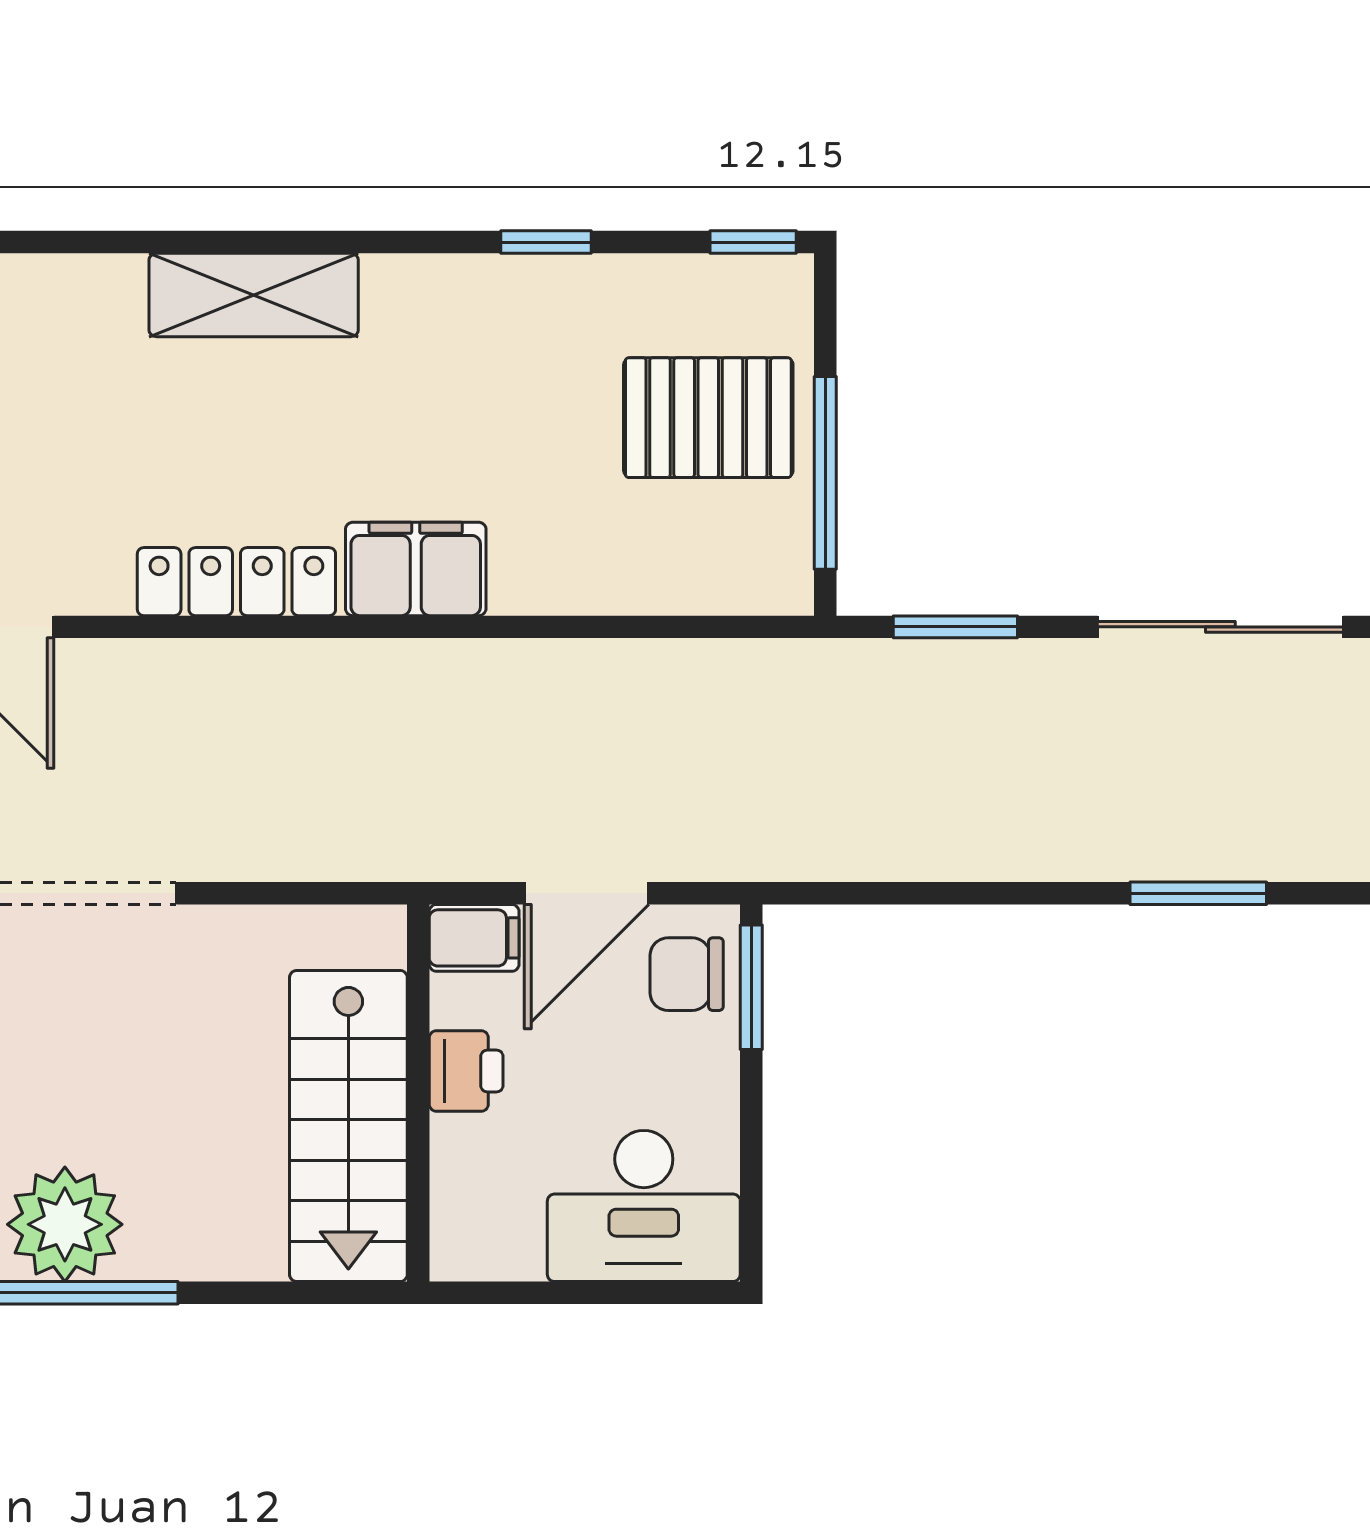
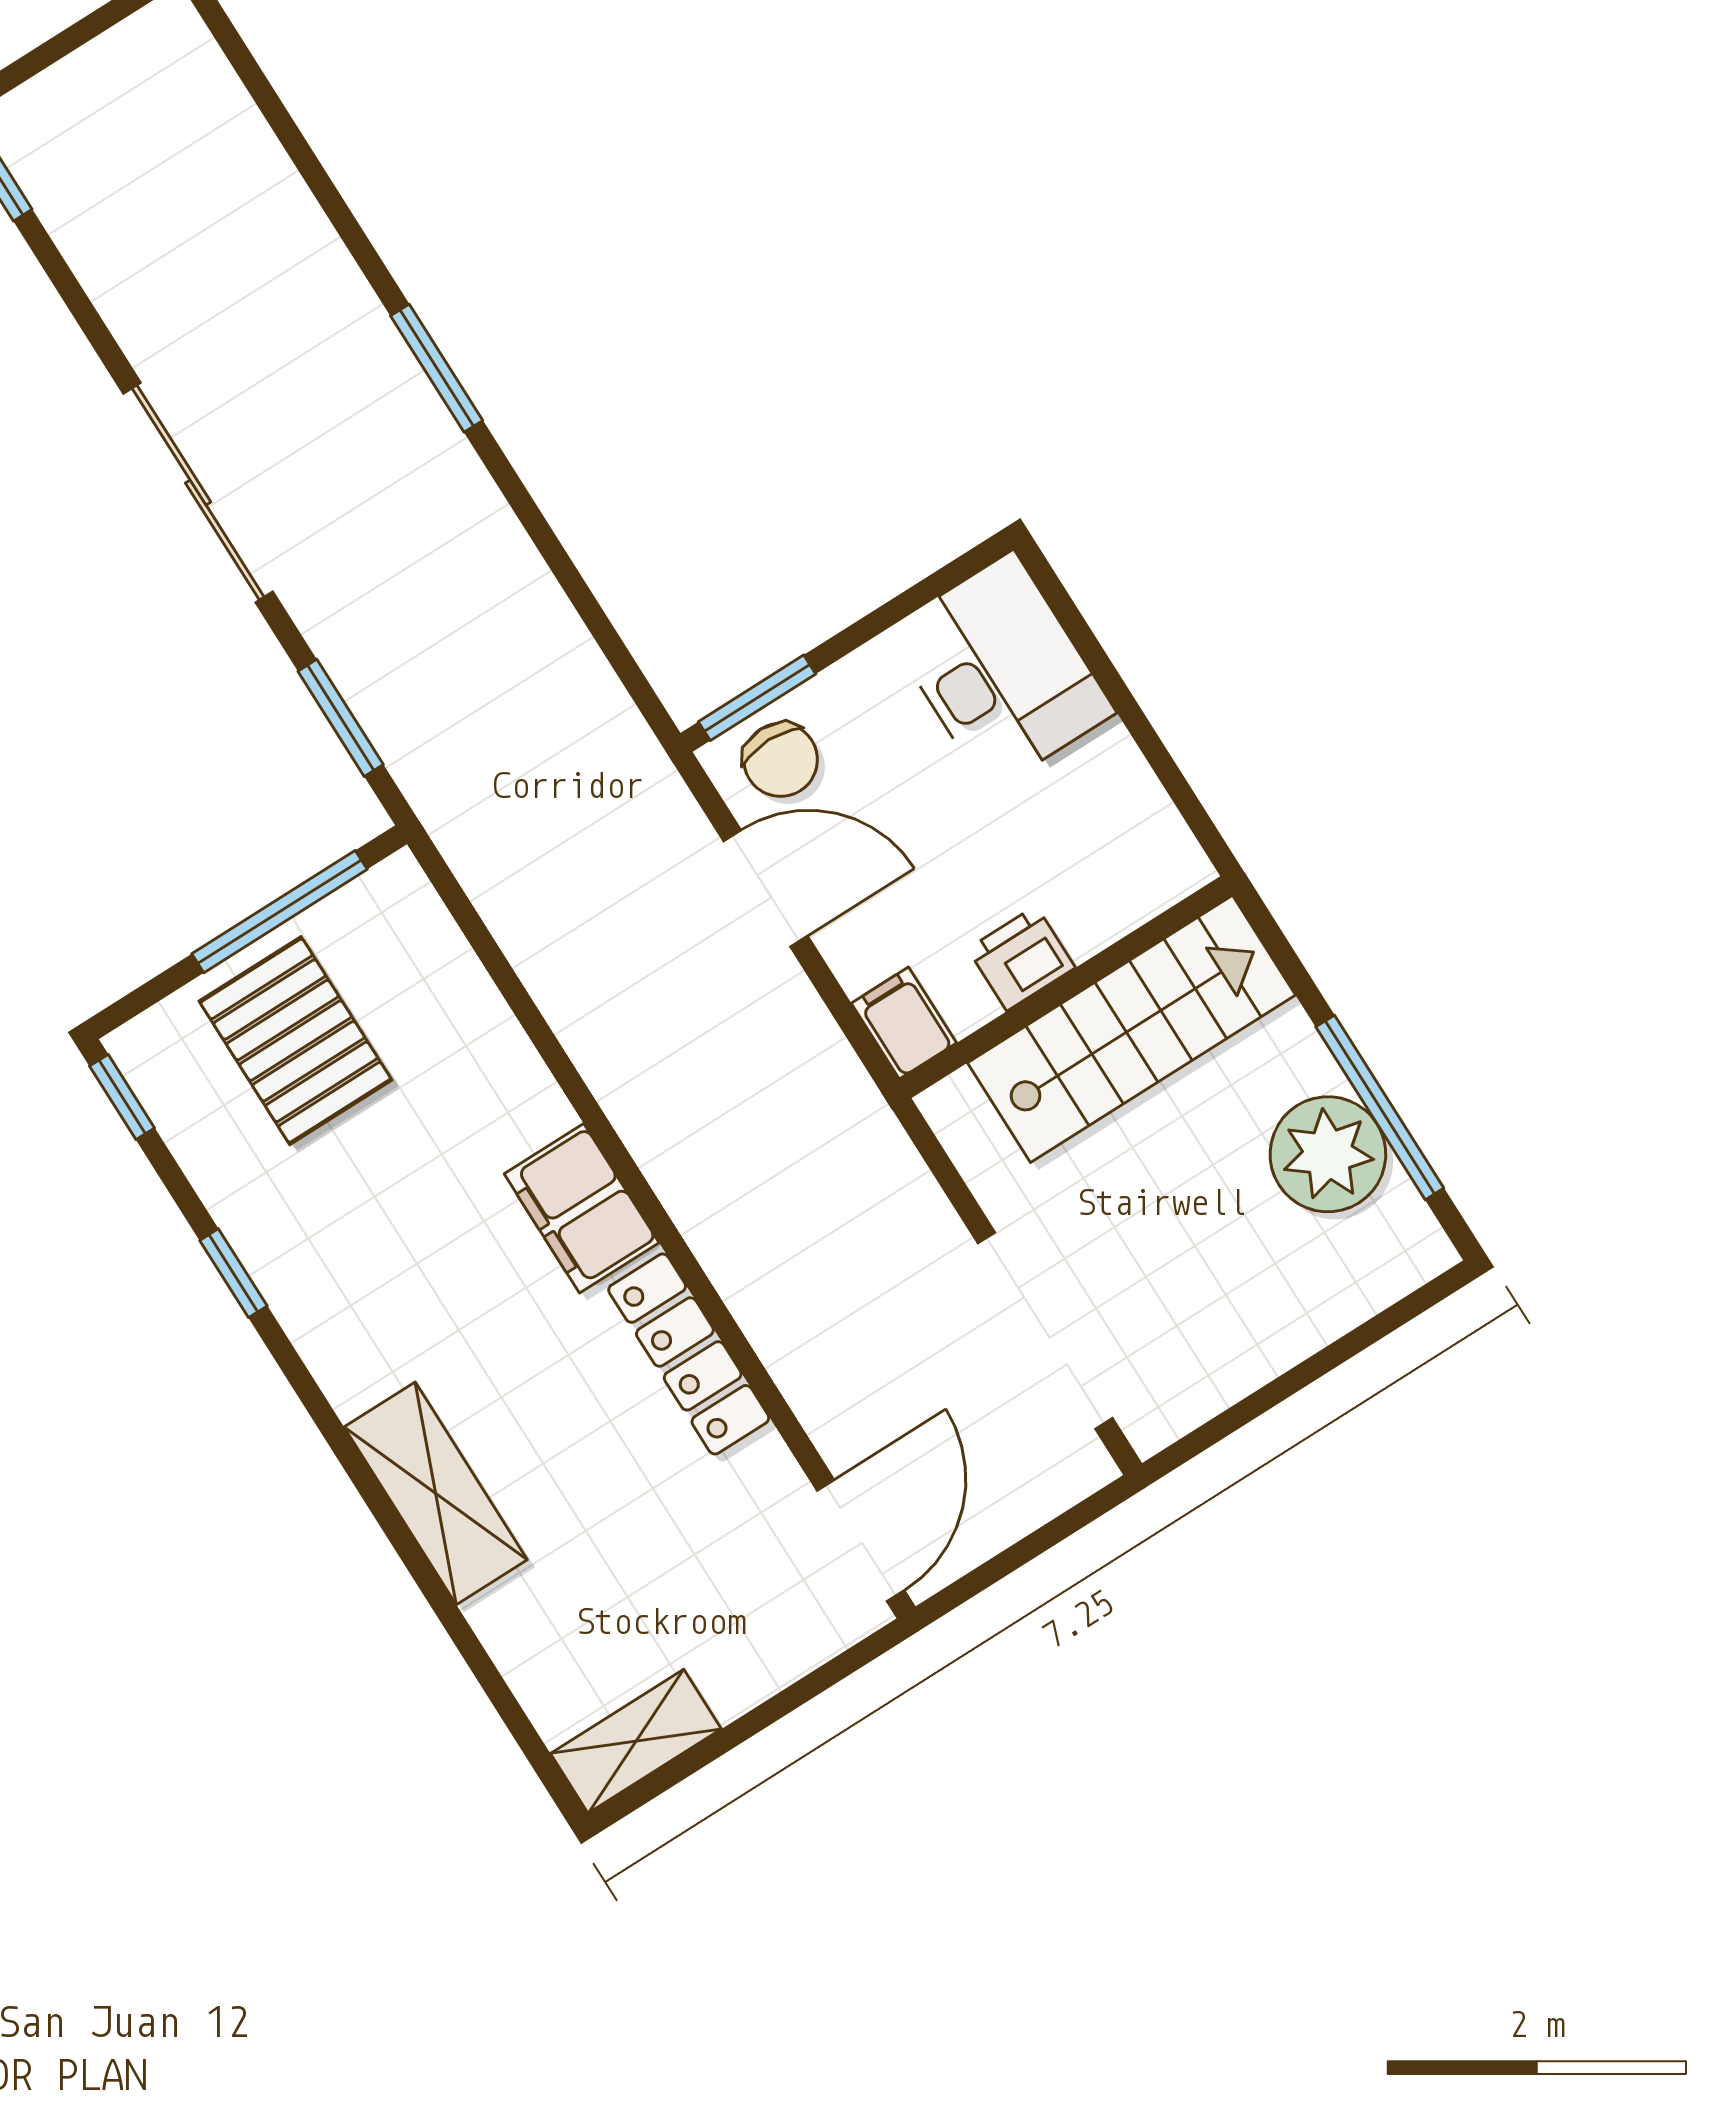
filing cabinet: (474, 938) -> (904, 1023), moved
printer: (466, 1071) -> (1021, 958), moved
wall: (418, 1093) -> (1066, 987), moved
stairs: (348, 1126) -> (1132, 1029), moved

